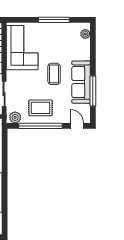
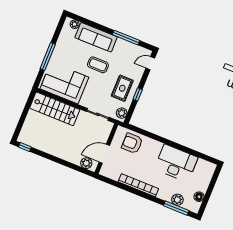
window: (54, 20) -> (48, 56), moved
sofa: (81, 82) -> (96, 37), moved
window: (40, 126) -> (138, 94), width x0.32

